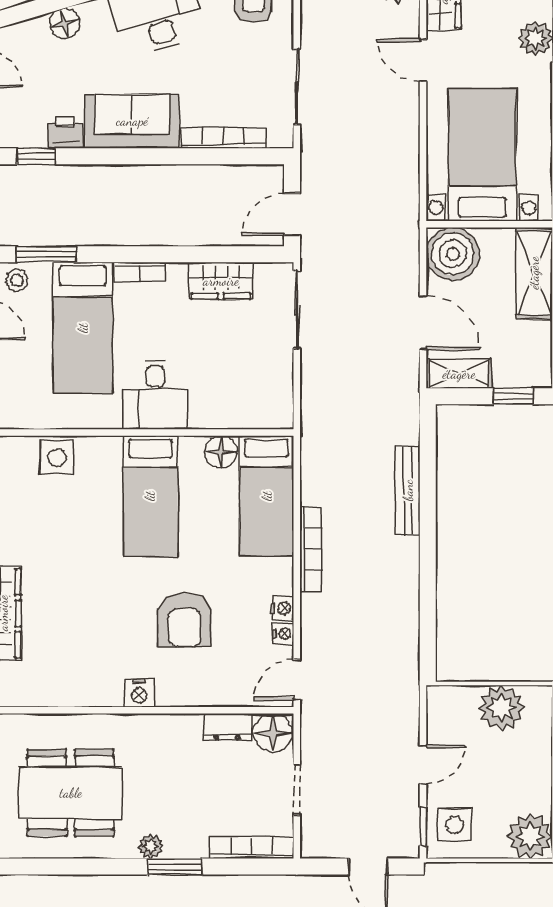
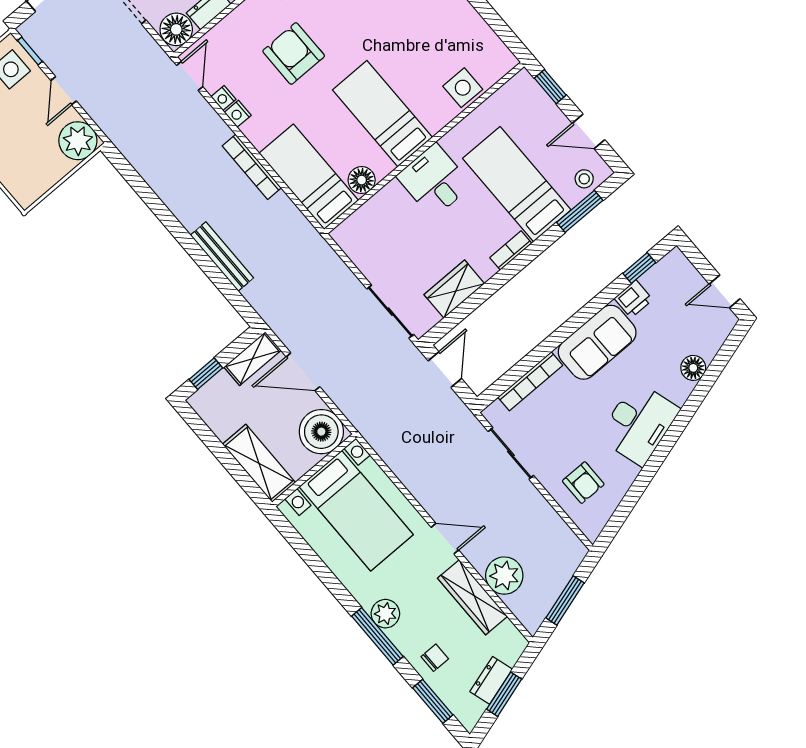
plant: (501, 708) -> (78, 141), moved

